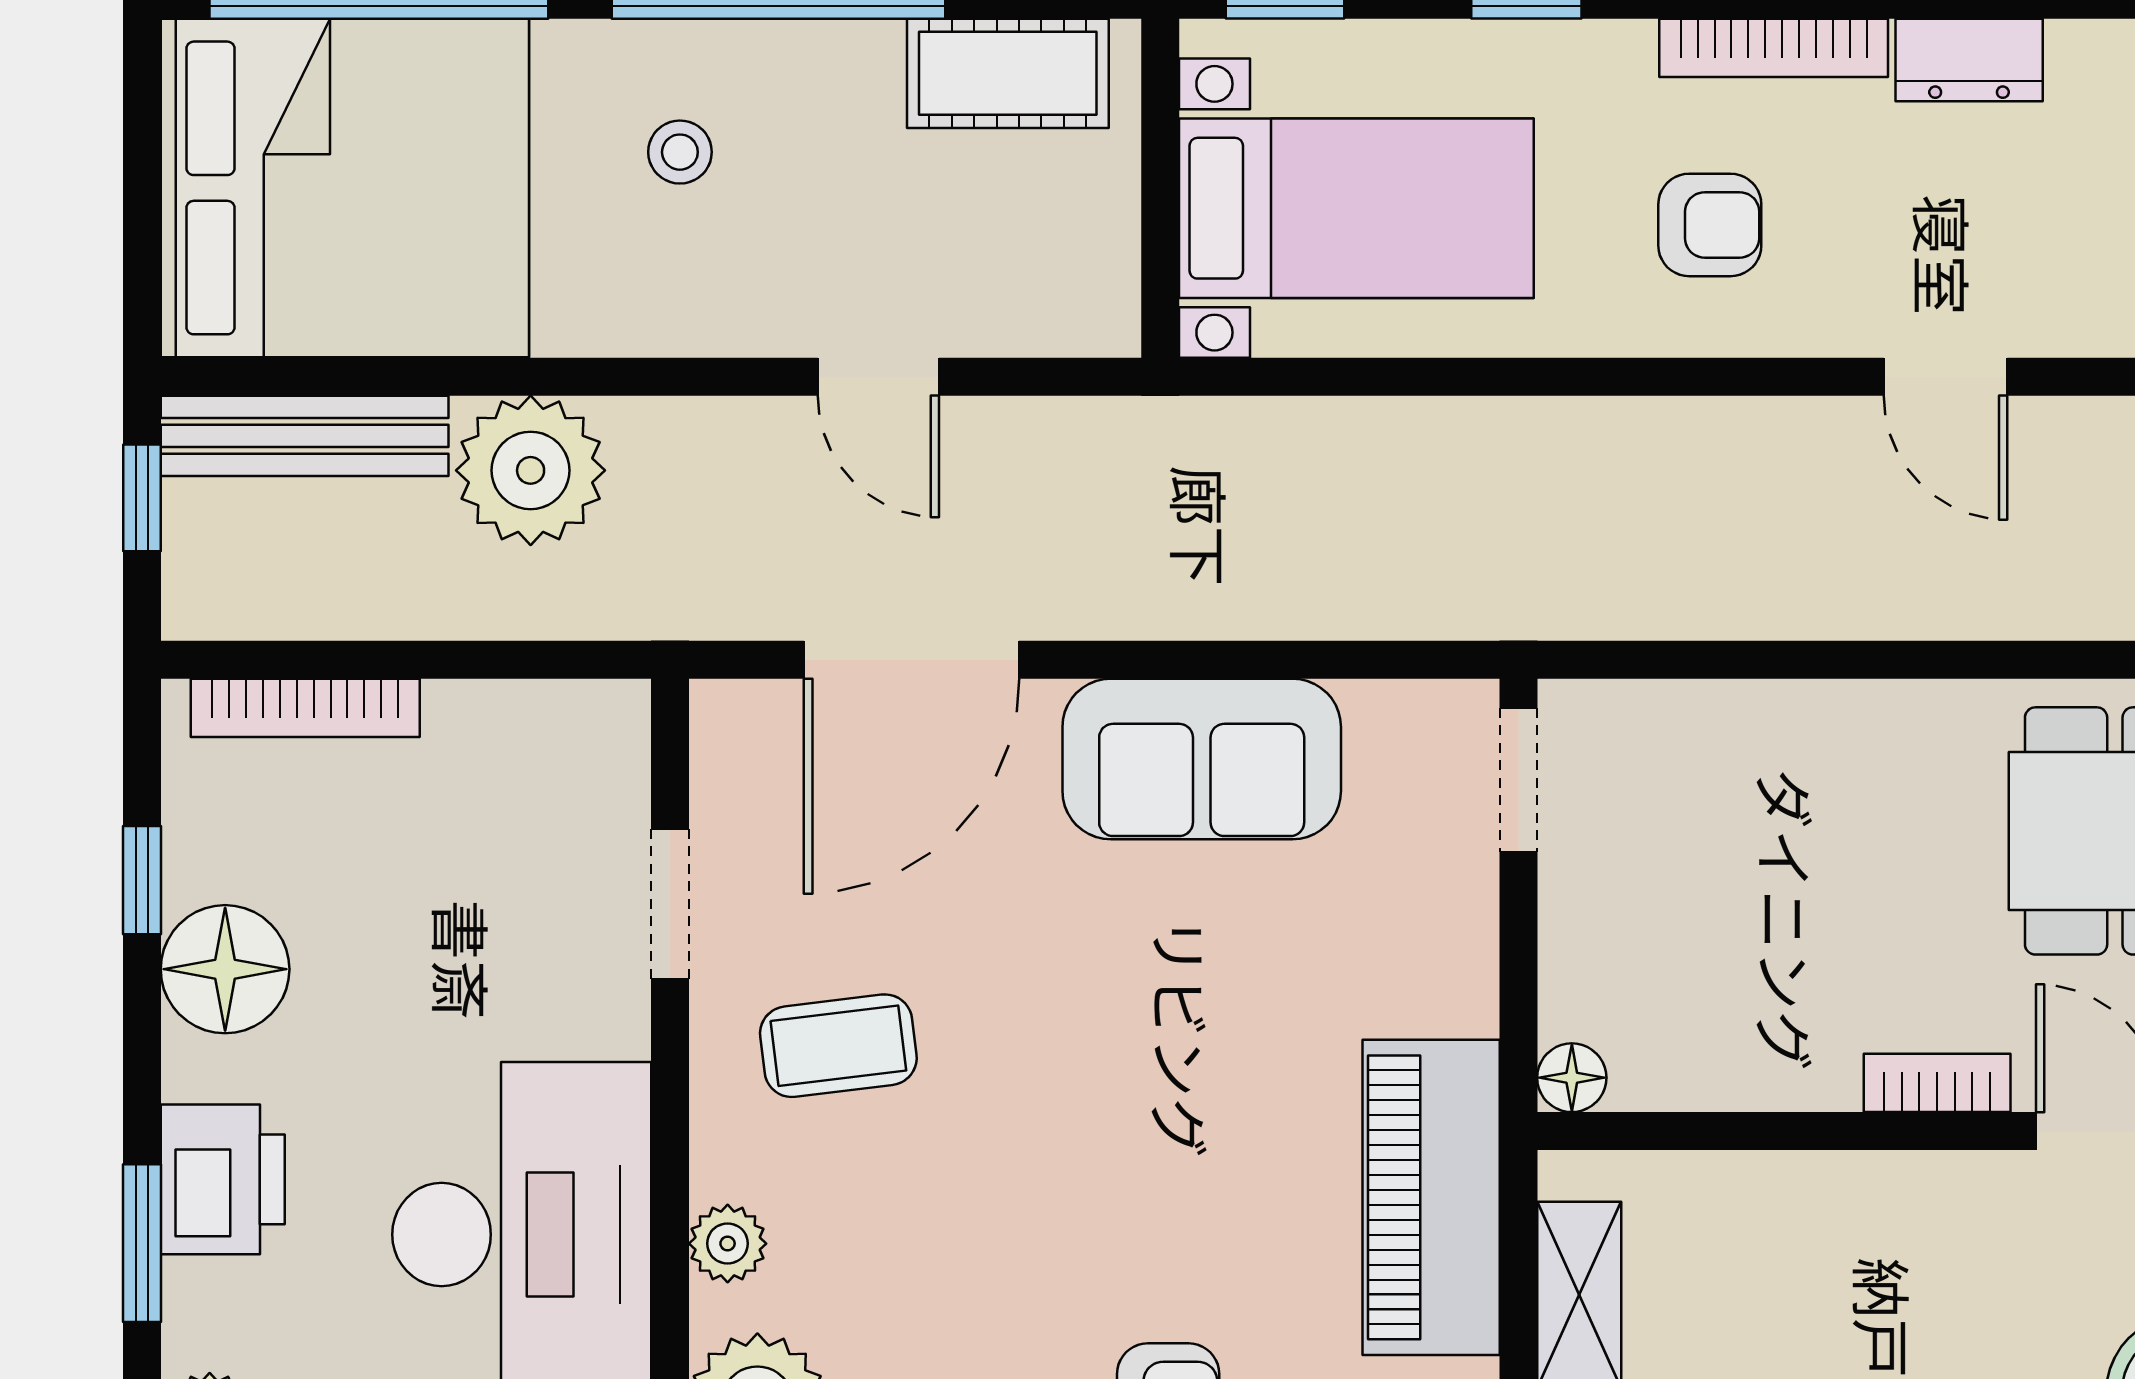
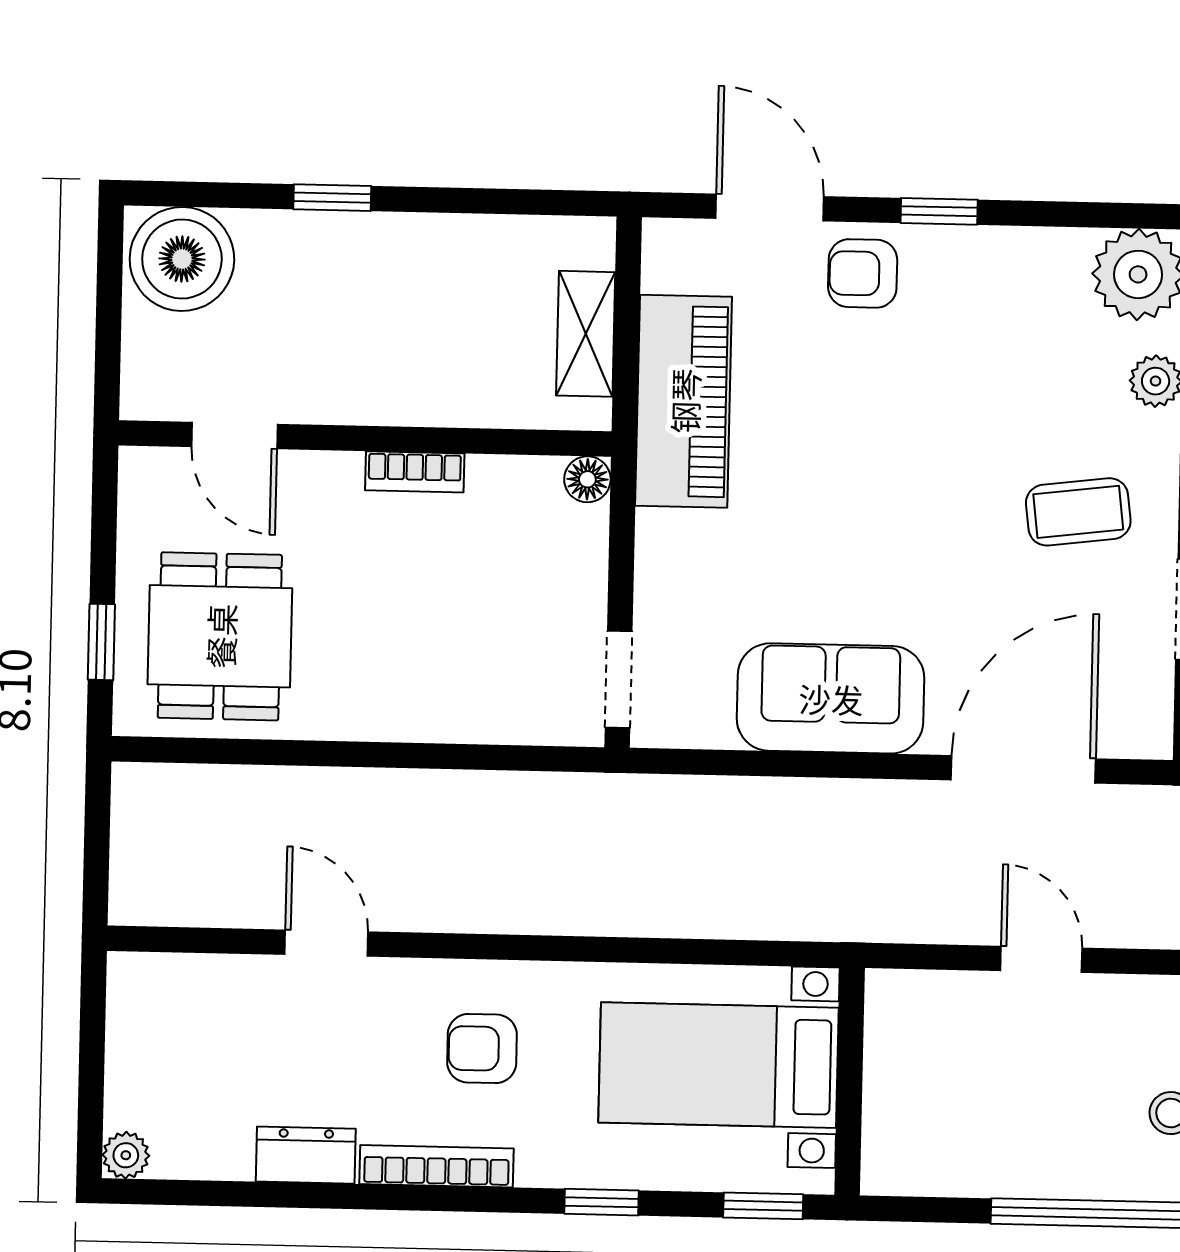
cot: (1008, 73) -> (950, 1161), removed
bookcase: (1937, 1083) -> (415, 472), moved

